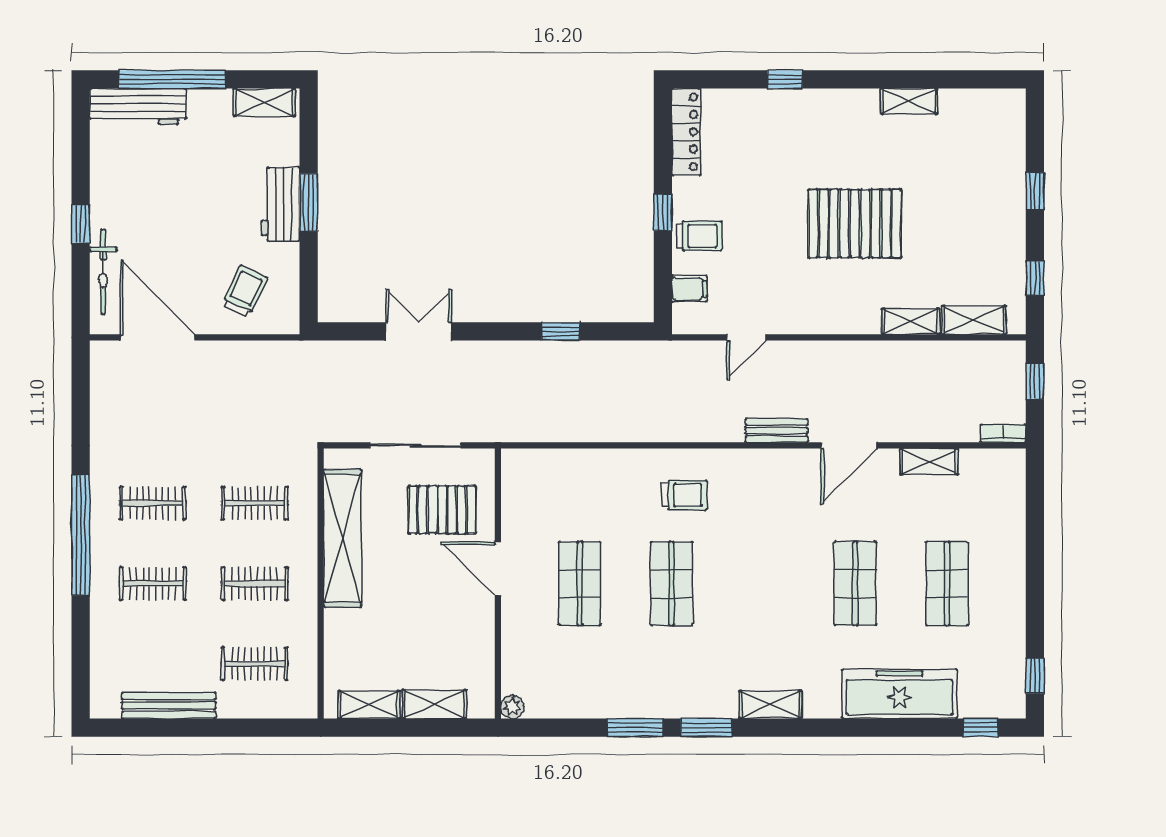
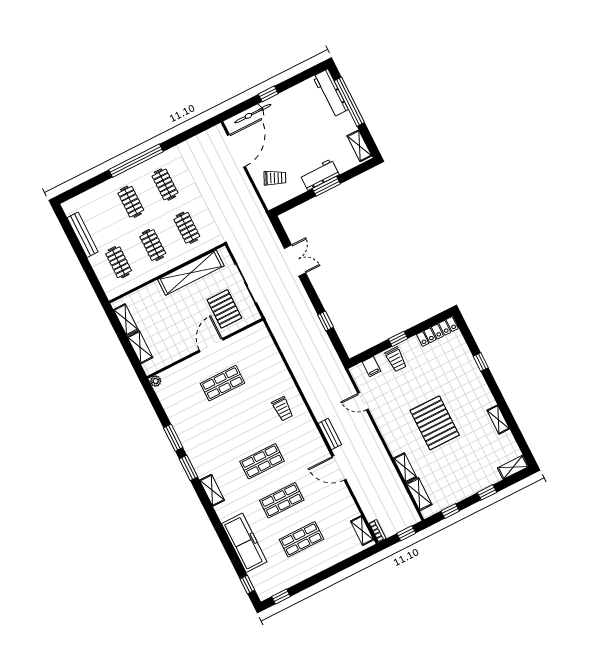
shelving: (1012, 119) -> (513, 467), added
shelving: (929, 461) -> (362, 530), moved
shop shelf: (672, 583) -> (262, 461), moved

